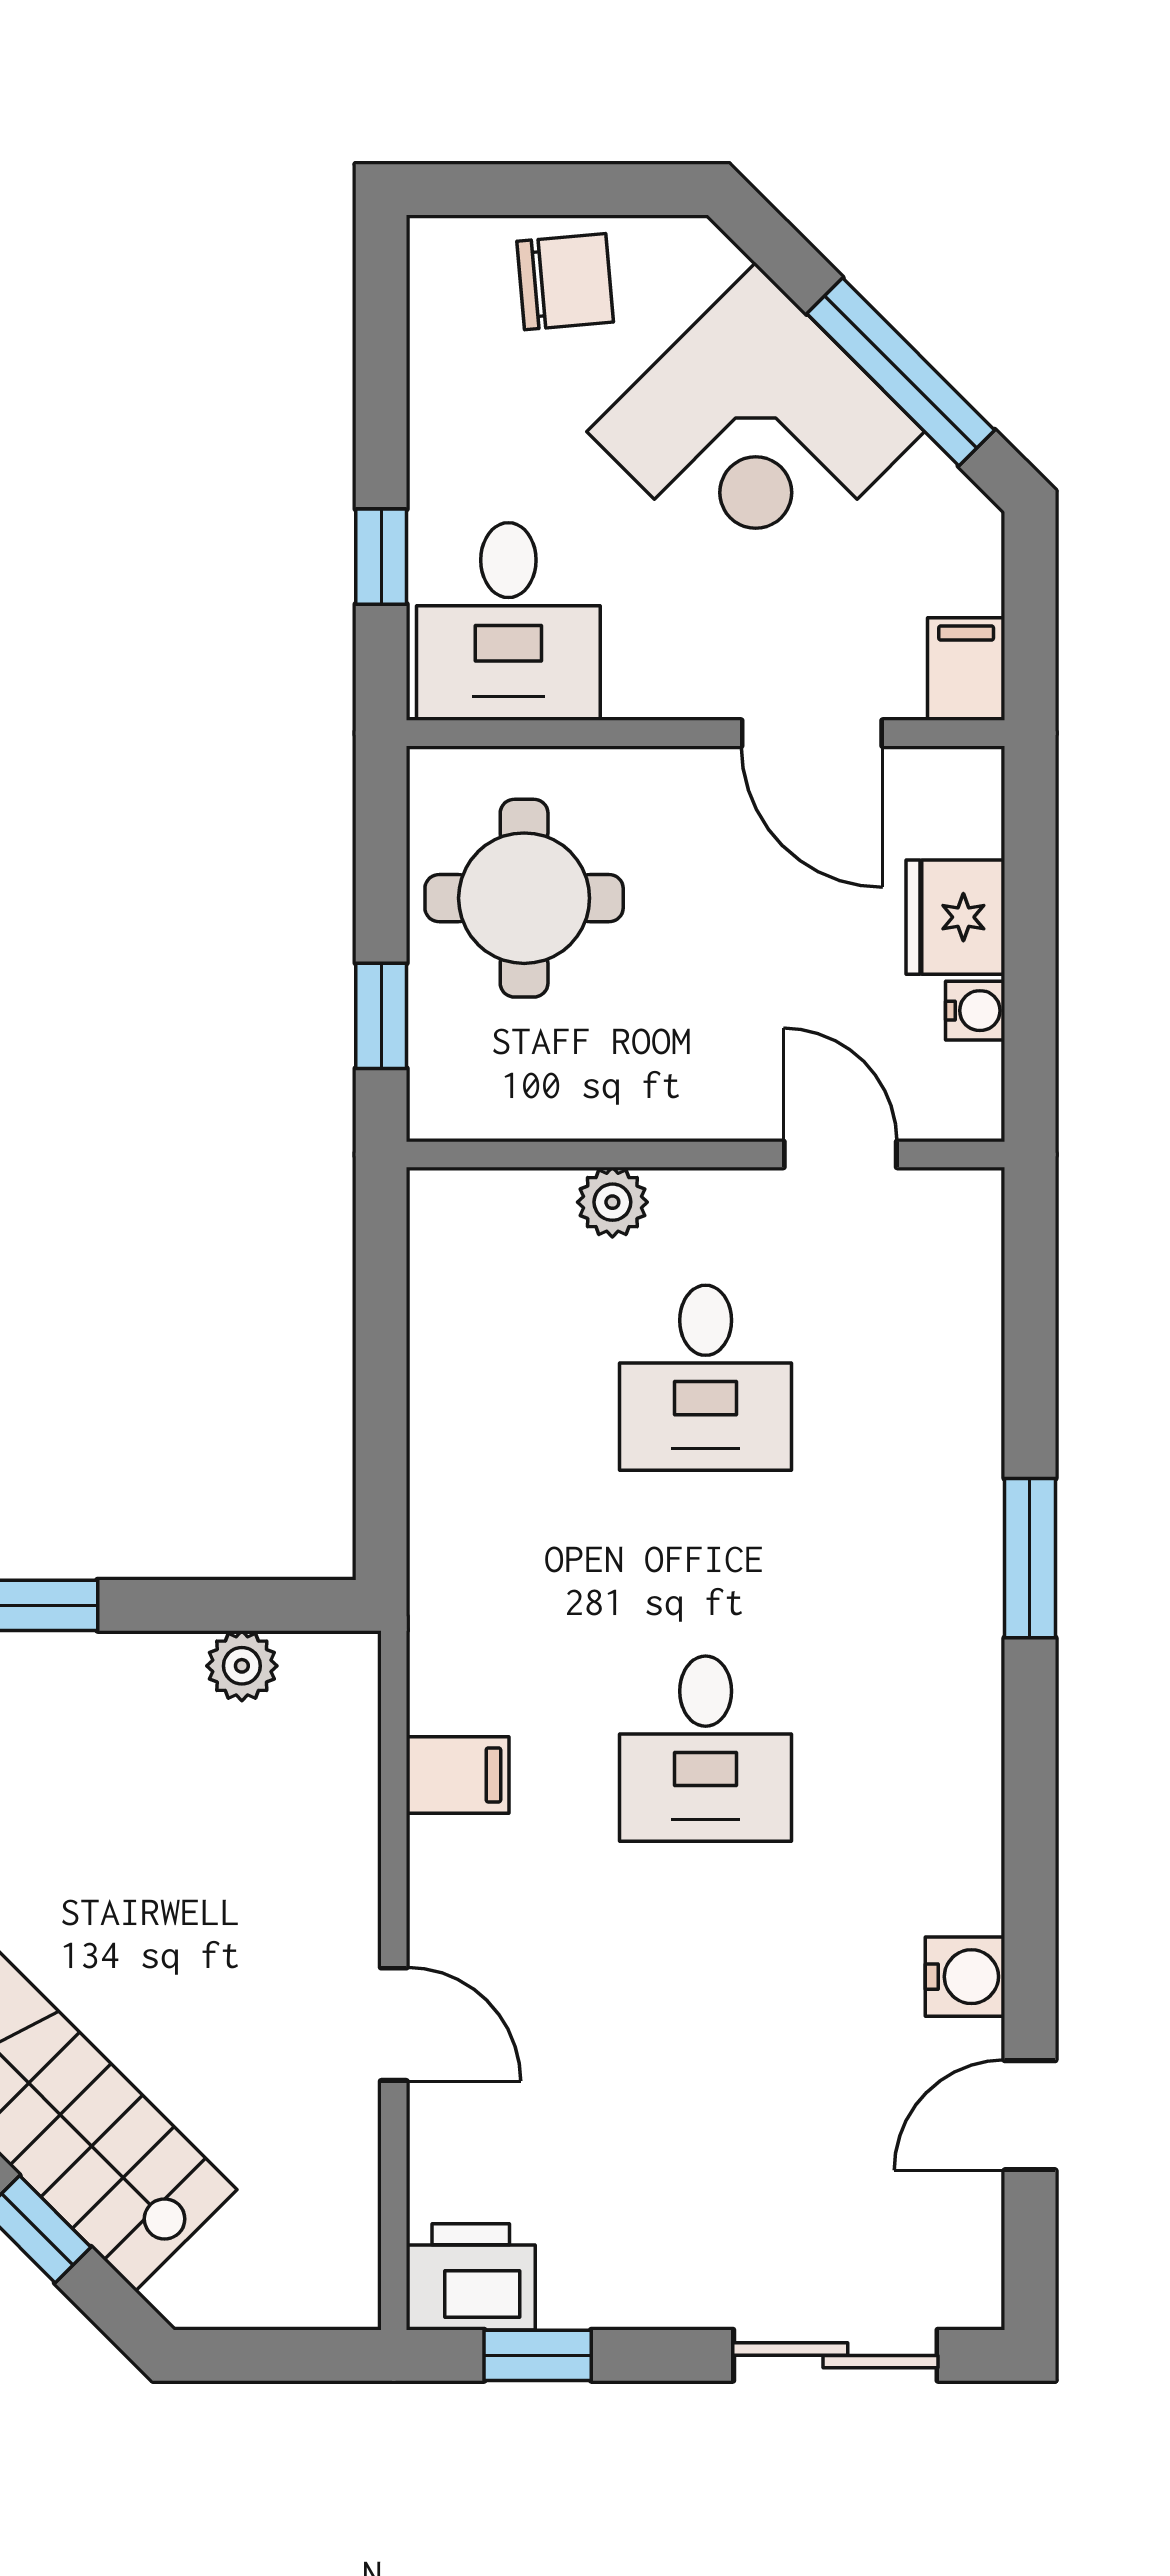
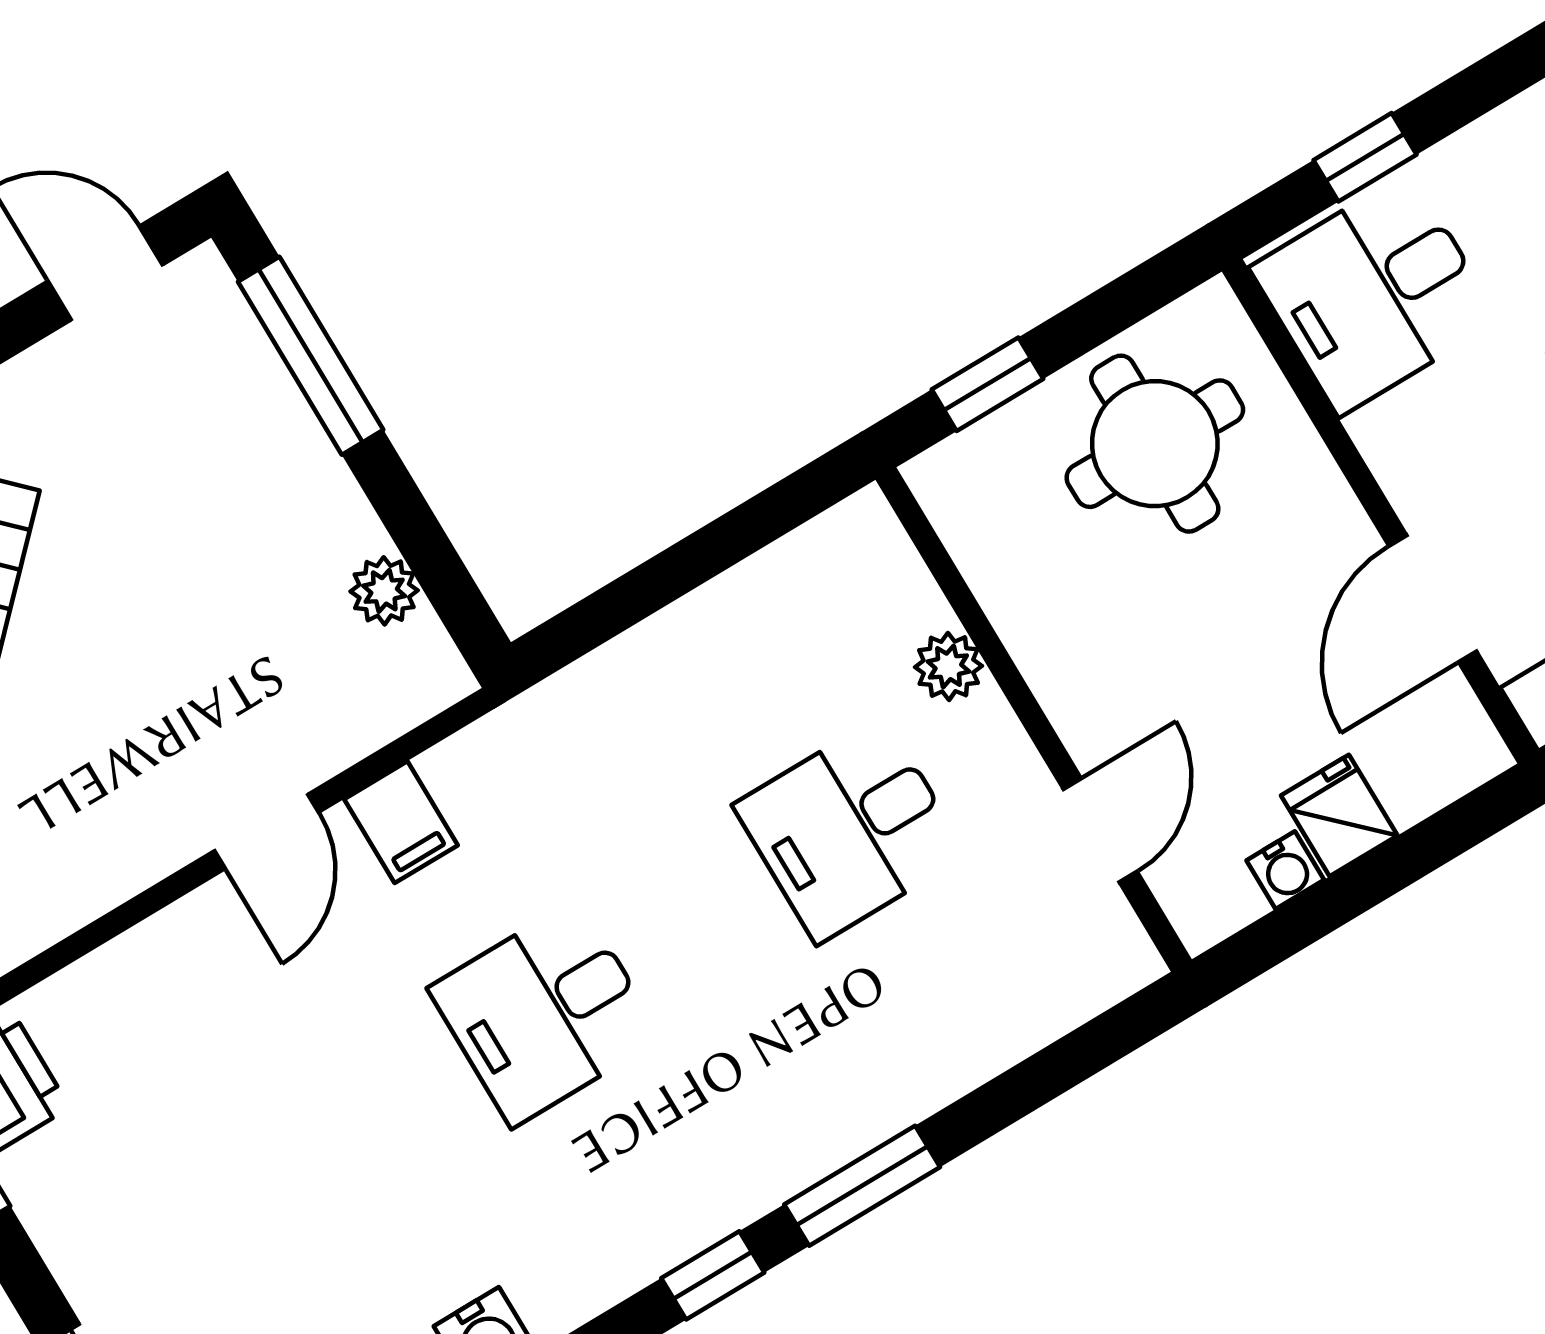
fridge: (955, 917) -> (1339, 816), width x0.72
window: (1030, 1740) -> (713, 1275), added
door: (394, 2024) -> (267, 832), moved

